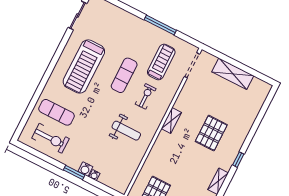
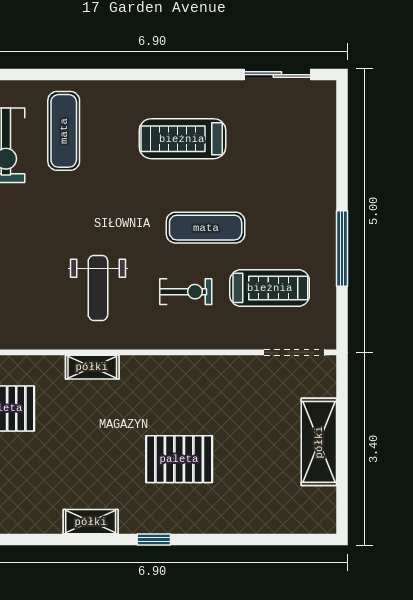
treadmill: (84, 66) -> (182, 139), width x0.73, depth x0.73
shelving: (171, 120) -> (92, 367), moved

